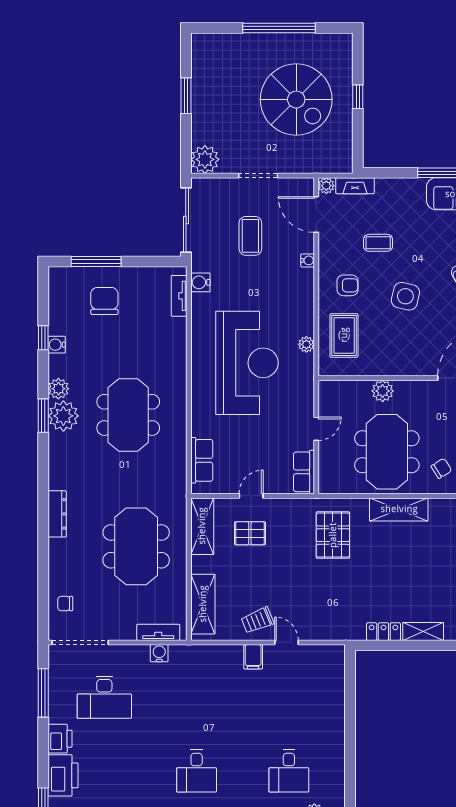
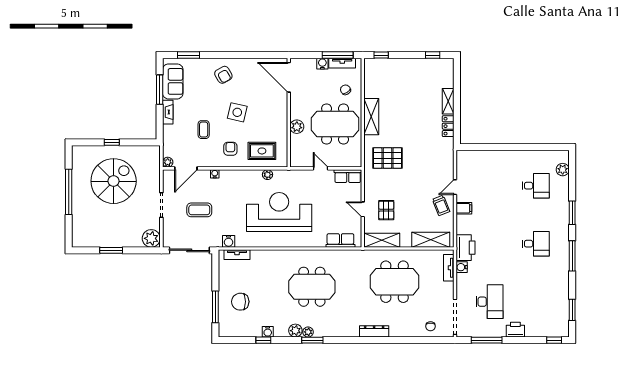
fireplace: (355, 186) -> (168, 112), moved
plant: (63, 416) -> (308, 332), width x0.53, depth x0.53
printer: (63, 775) -> (466, 248), moved, turned 90

